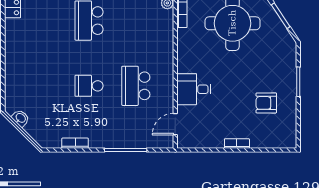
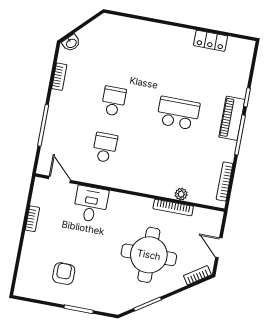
school desk: (136, 86) -> (105, 147), width x0.54
washbasin: (20, 118) -> (71, 43), moved
bookcase: (237, 143) -> (32, 219), moved

